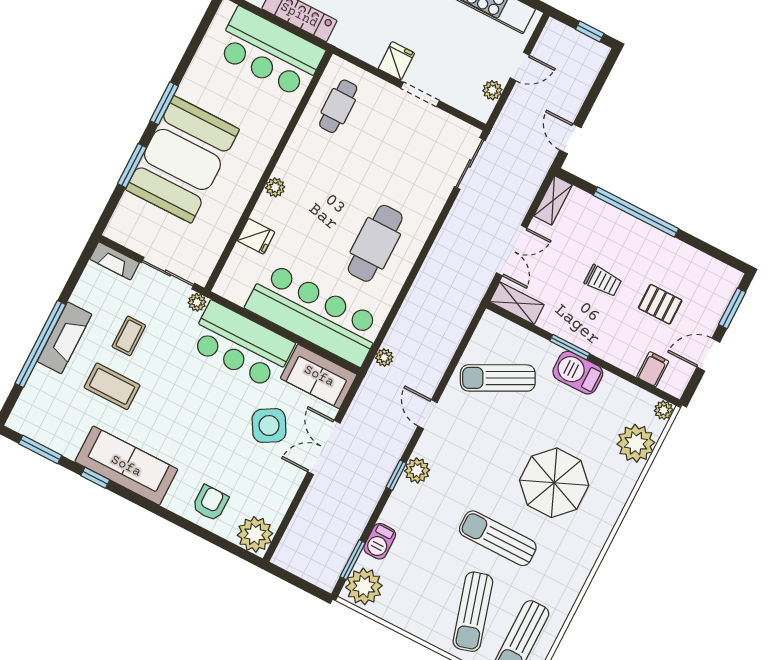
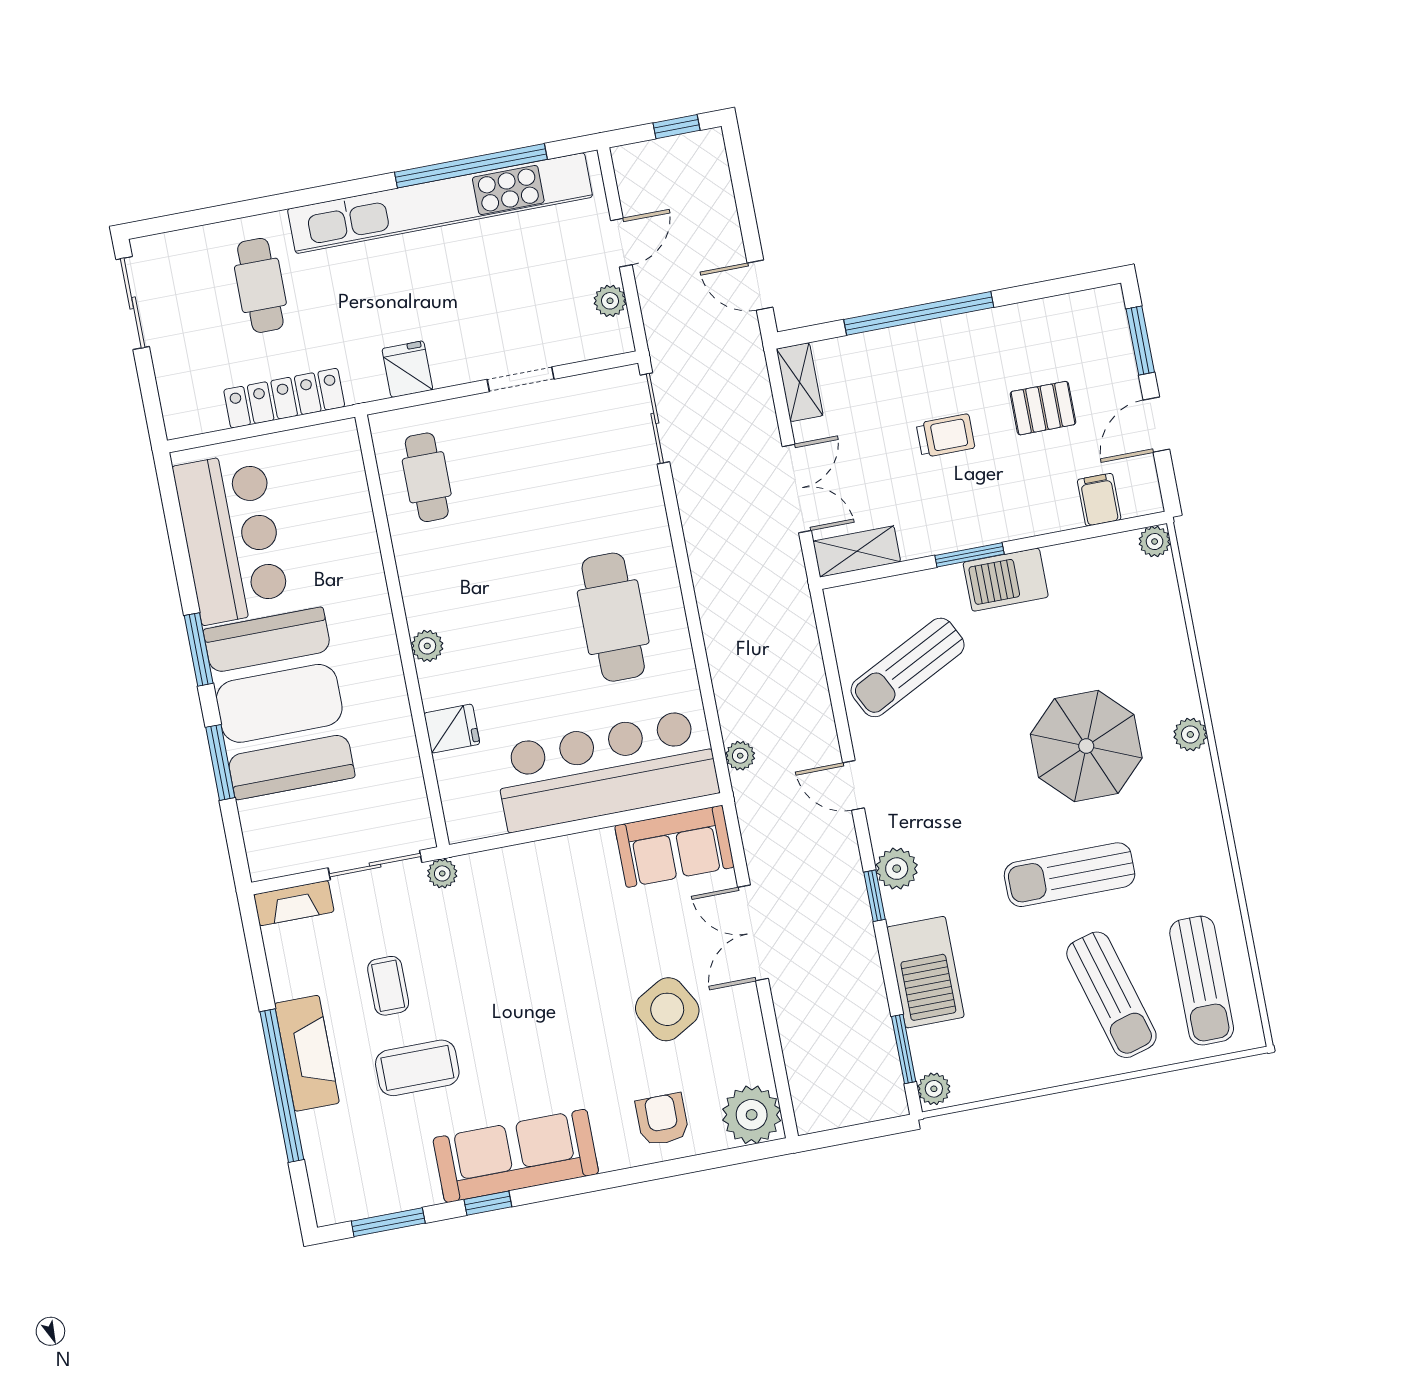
bar counter: (270, 52) -> (231, 538), moved, turned -90
fridge: (396, 61) -> (407, 369), moved
bar counter: (241, 345) -> (542, 884), removed
side table: (269, 426) -> (667, 1009), moved
plant: (636, 443) -> (1190, 734), moved, width x0.53, depth x0.53
barbecue: (380, 541) -> (925, 972), width x1.88, depth x1.53
plant: (364, 586) -> (934, 1089), width x0.53, depth x0.53

